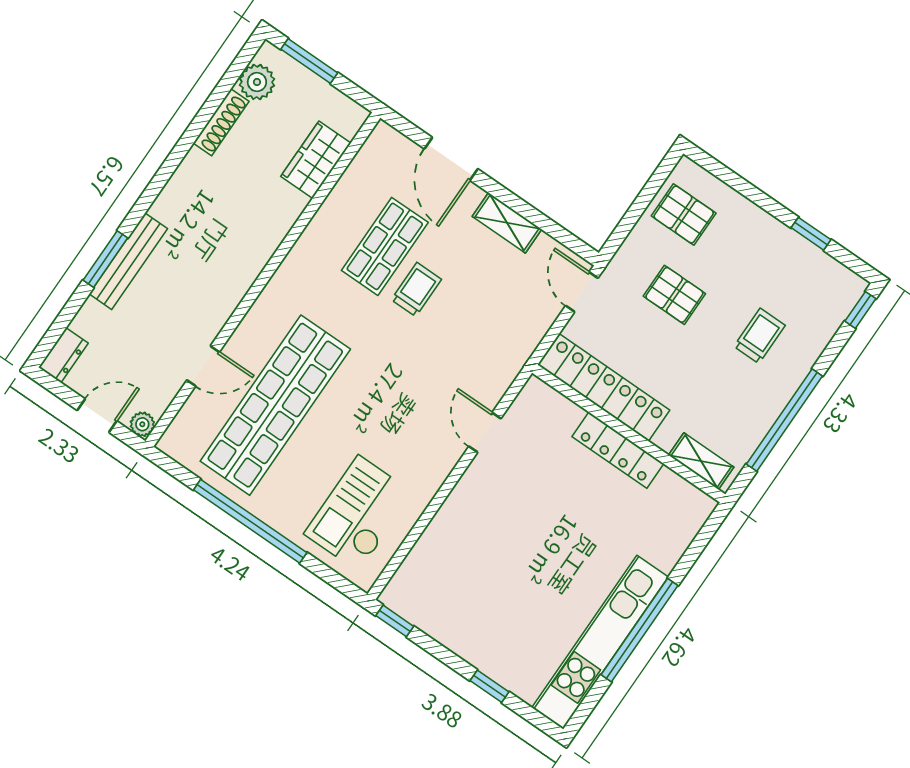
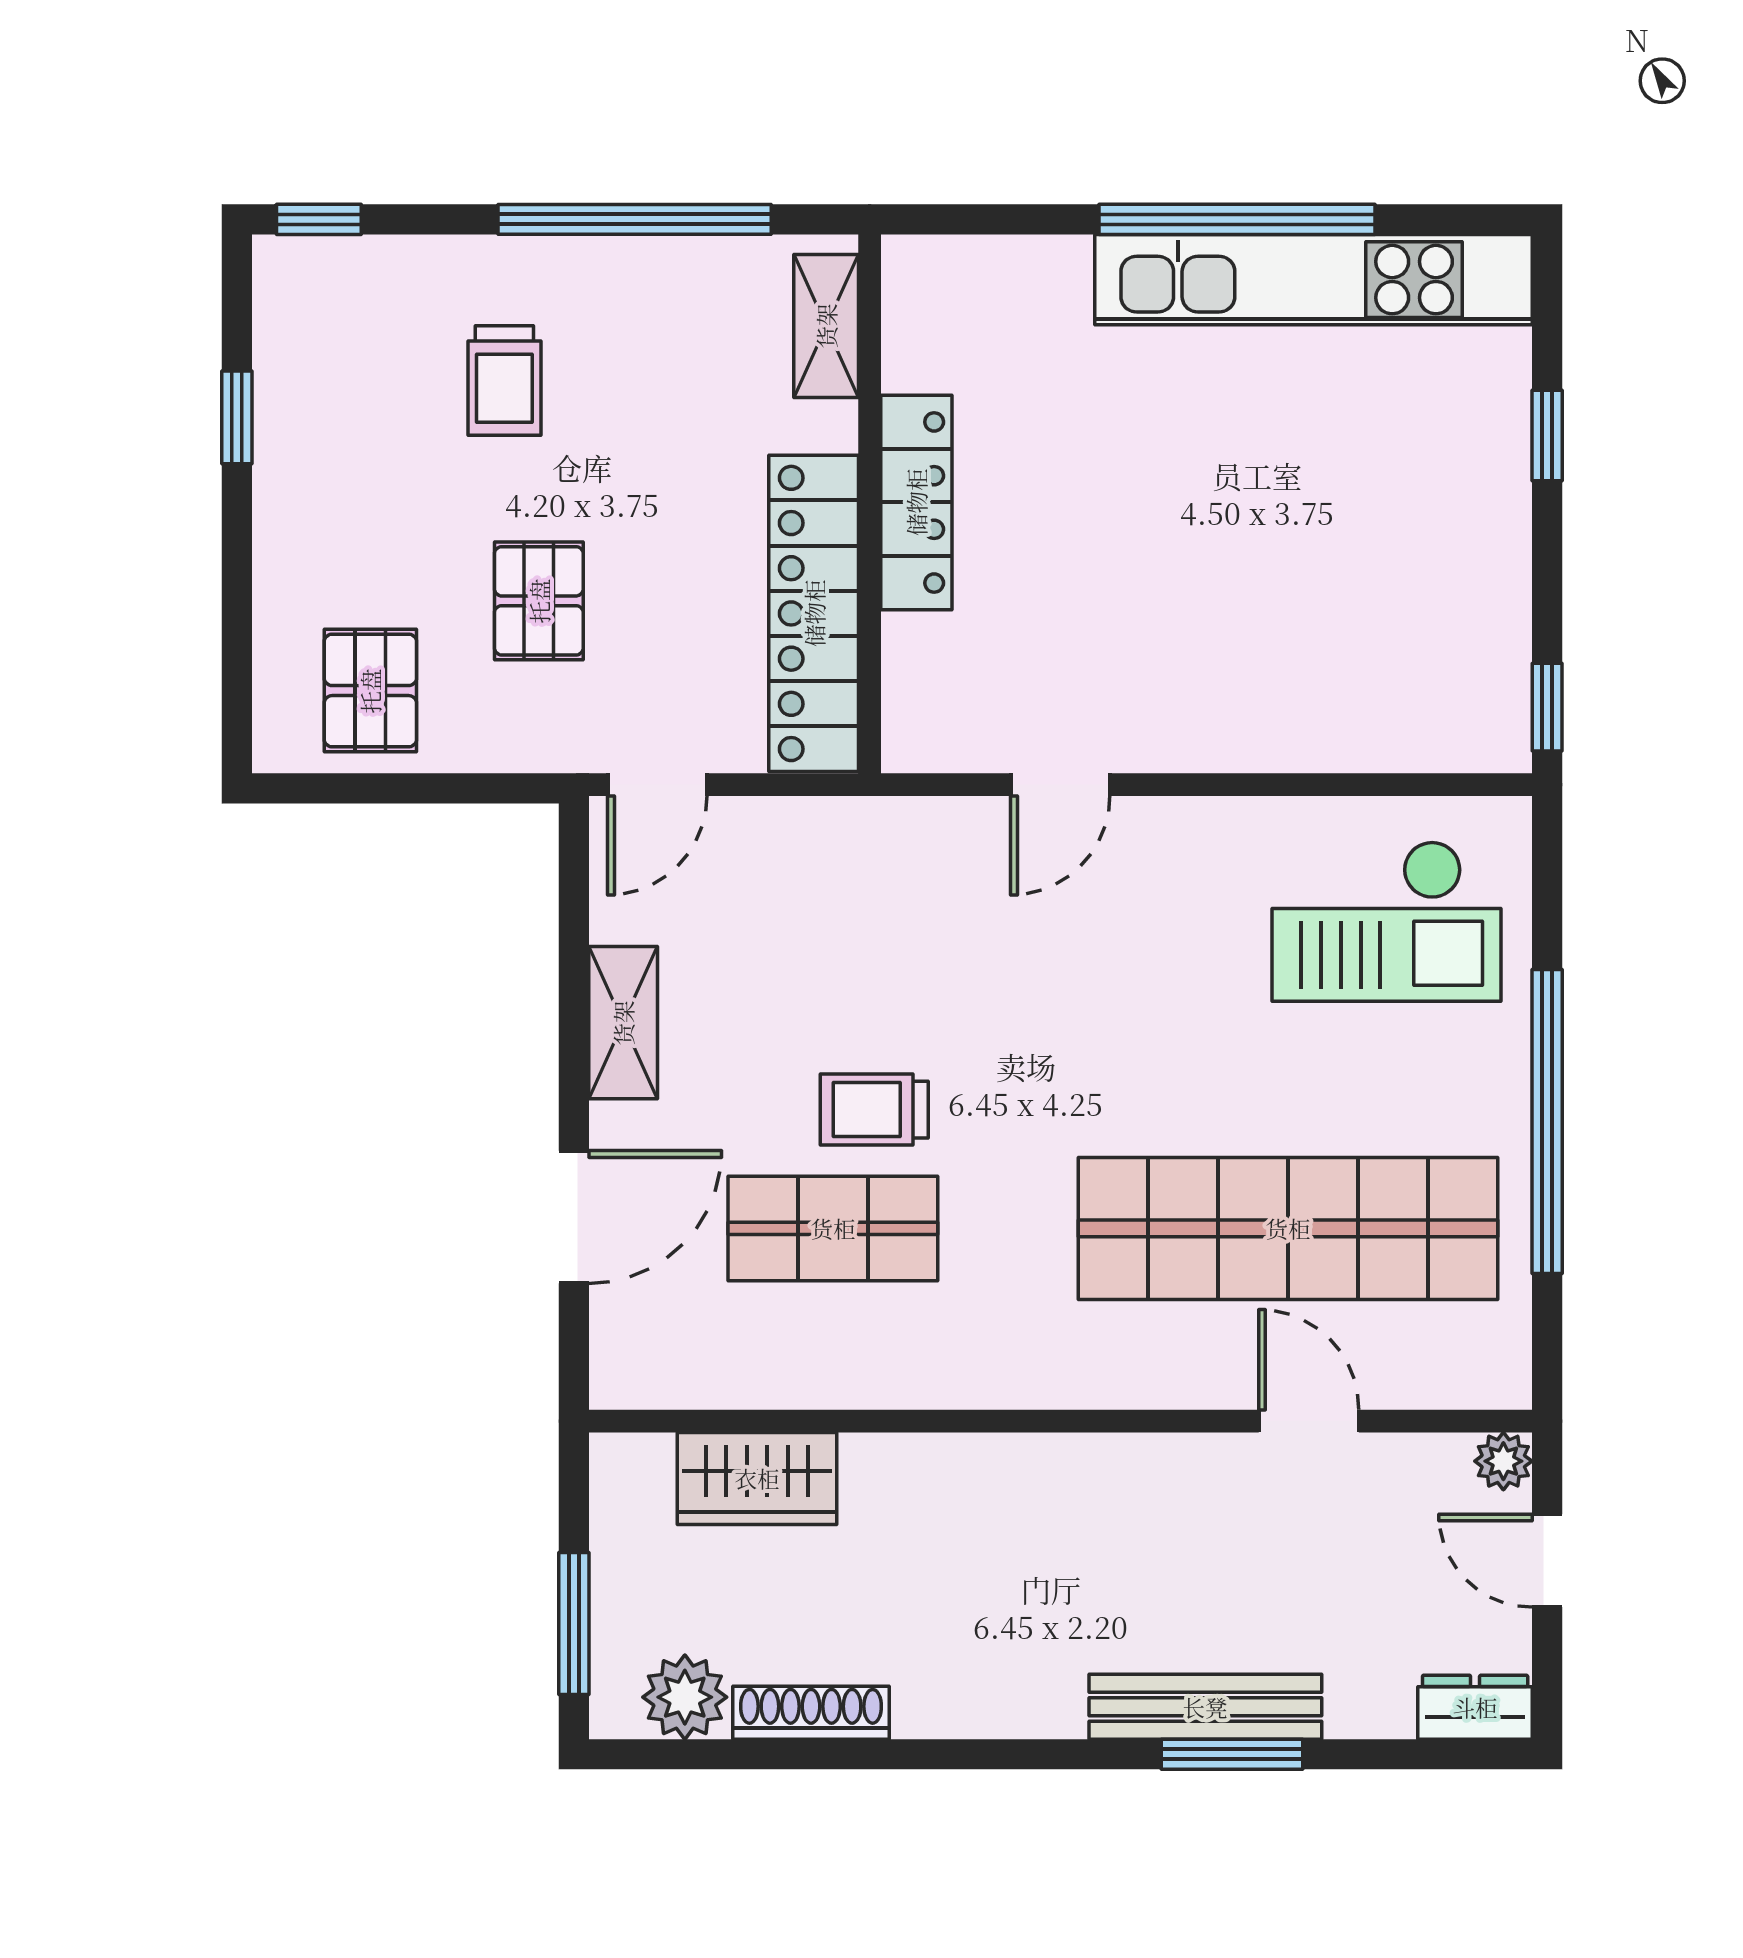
trolley: (760, 336) -> (504, 381), turned -90

